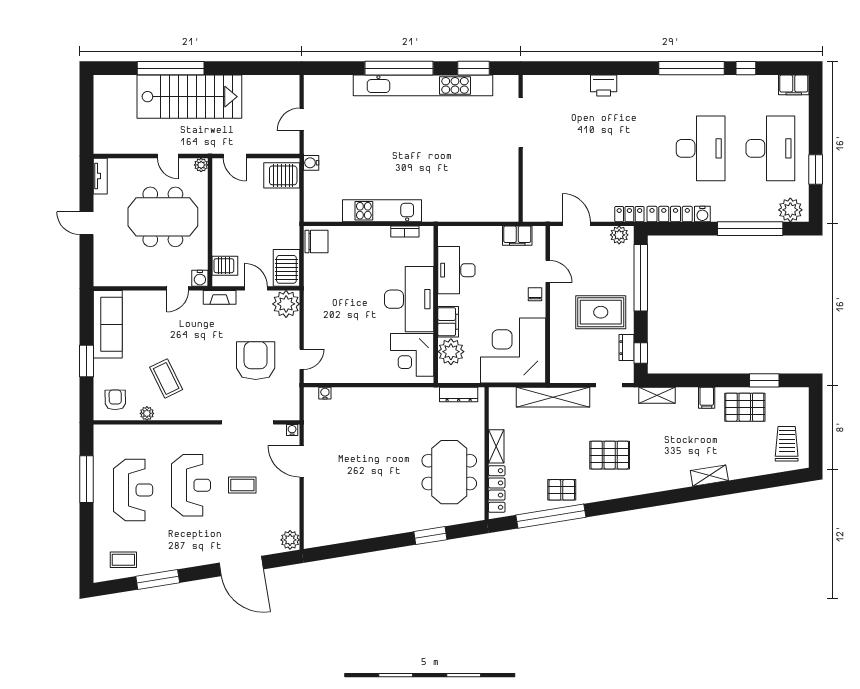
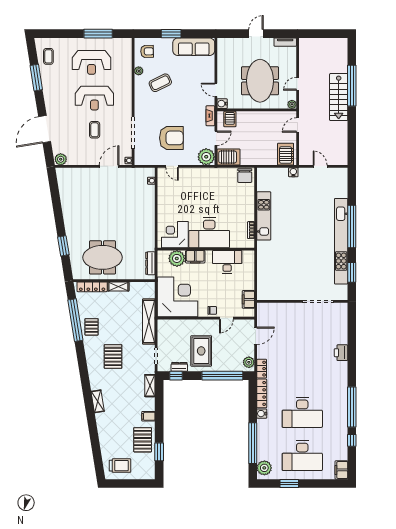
stairs: (189, 97) -> (339, 97), width x0.73, depth x0.66
shelving: (709, 476) -> (98, 401), moved

